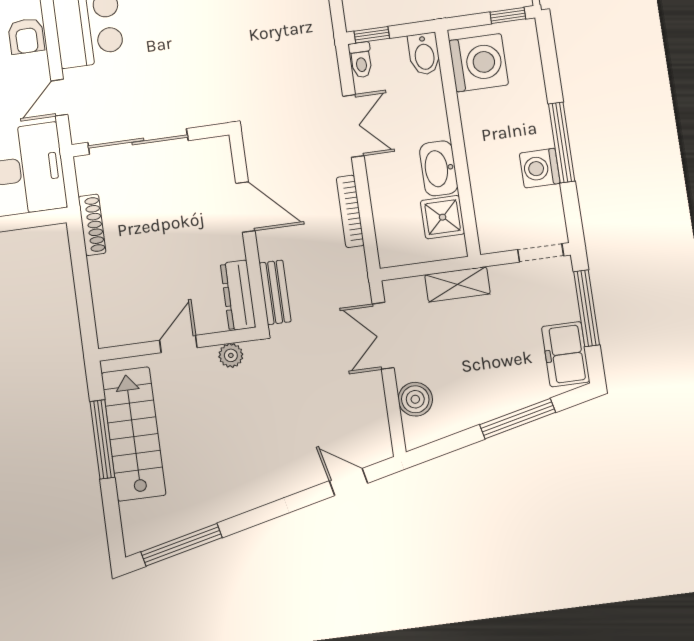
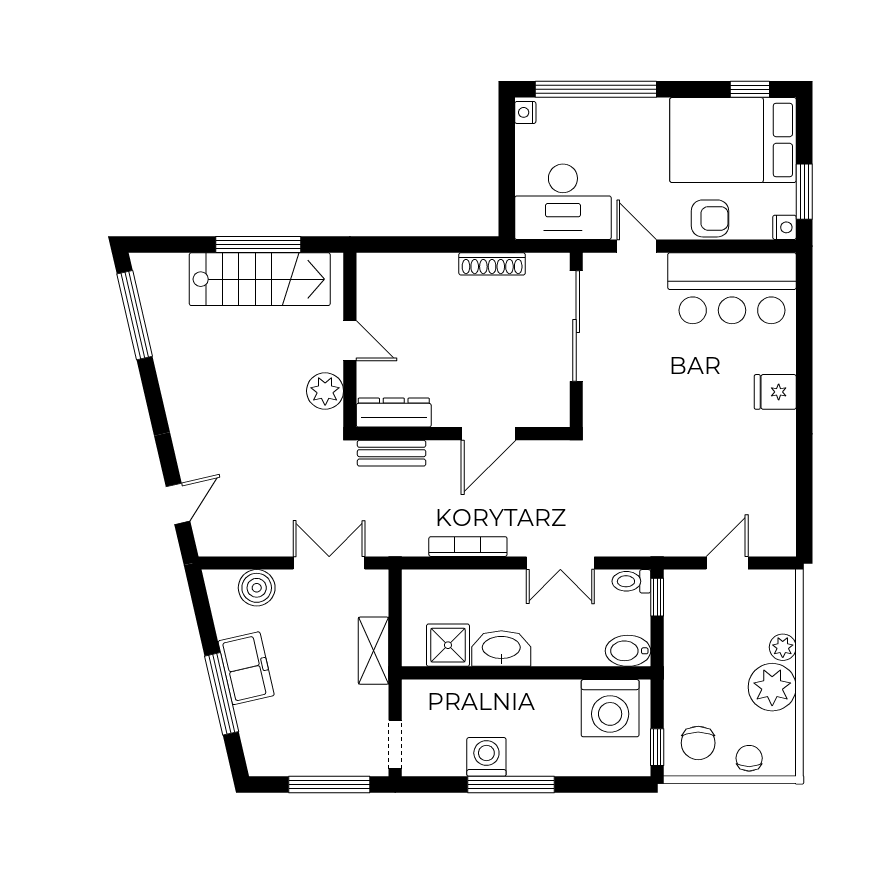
armchair: (26, 36) -> (710, 218), turned 180
freezer: (566, 354) -> (246, 668), moved, turned 77
plant: (231, 355) -> (325, 391), width x1.38, depth x1.38

